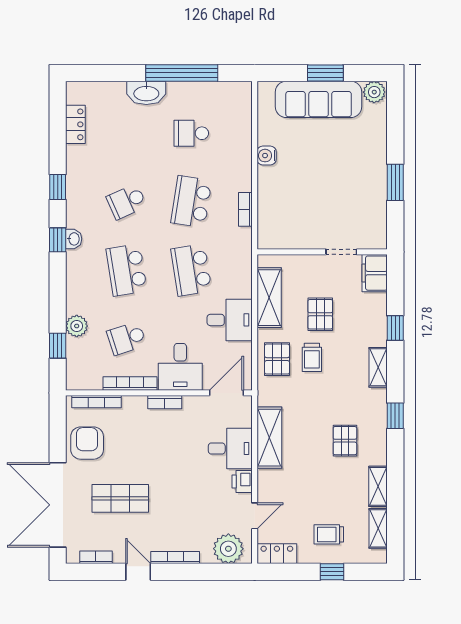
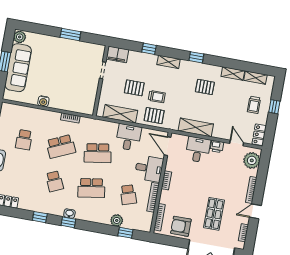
school desk: (191, 202) -> (61, 146), turned -33

